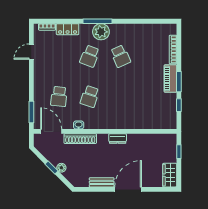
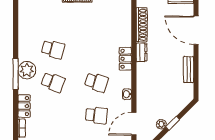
school desk: (120, 56) -> (53, 49), turned 39
locker: (112, 123) -> (125, 59), added
shoe rack: (80, 139) -> (142, 25), moved
plant: (61, 168) -> (161, 124), moved
door: (128, 189) -> (196, 30), moved

